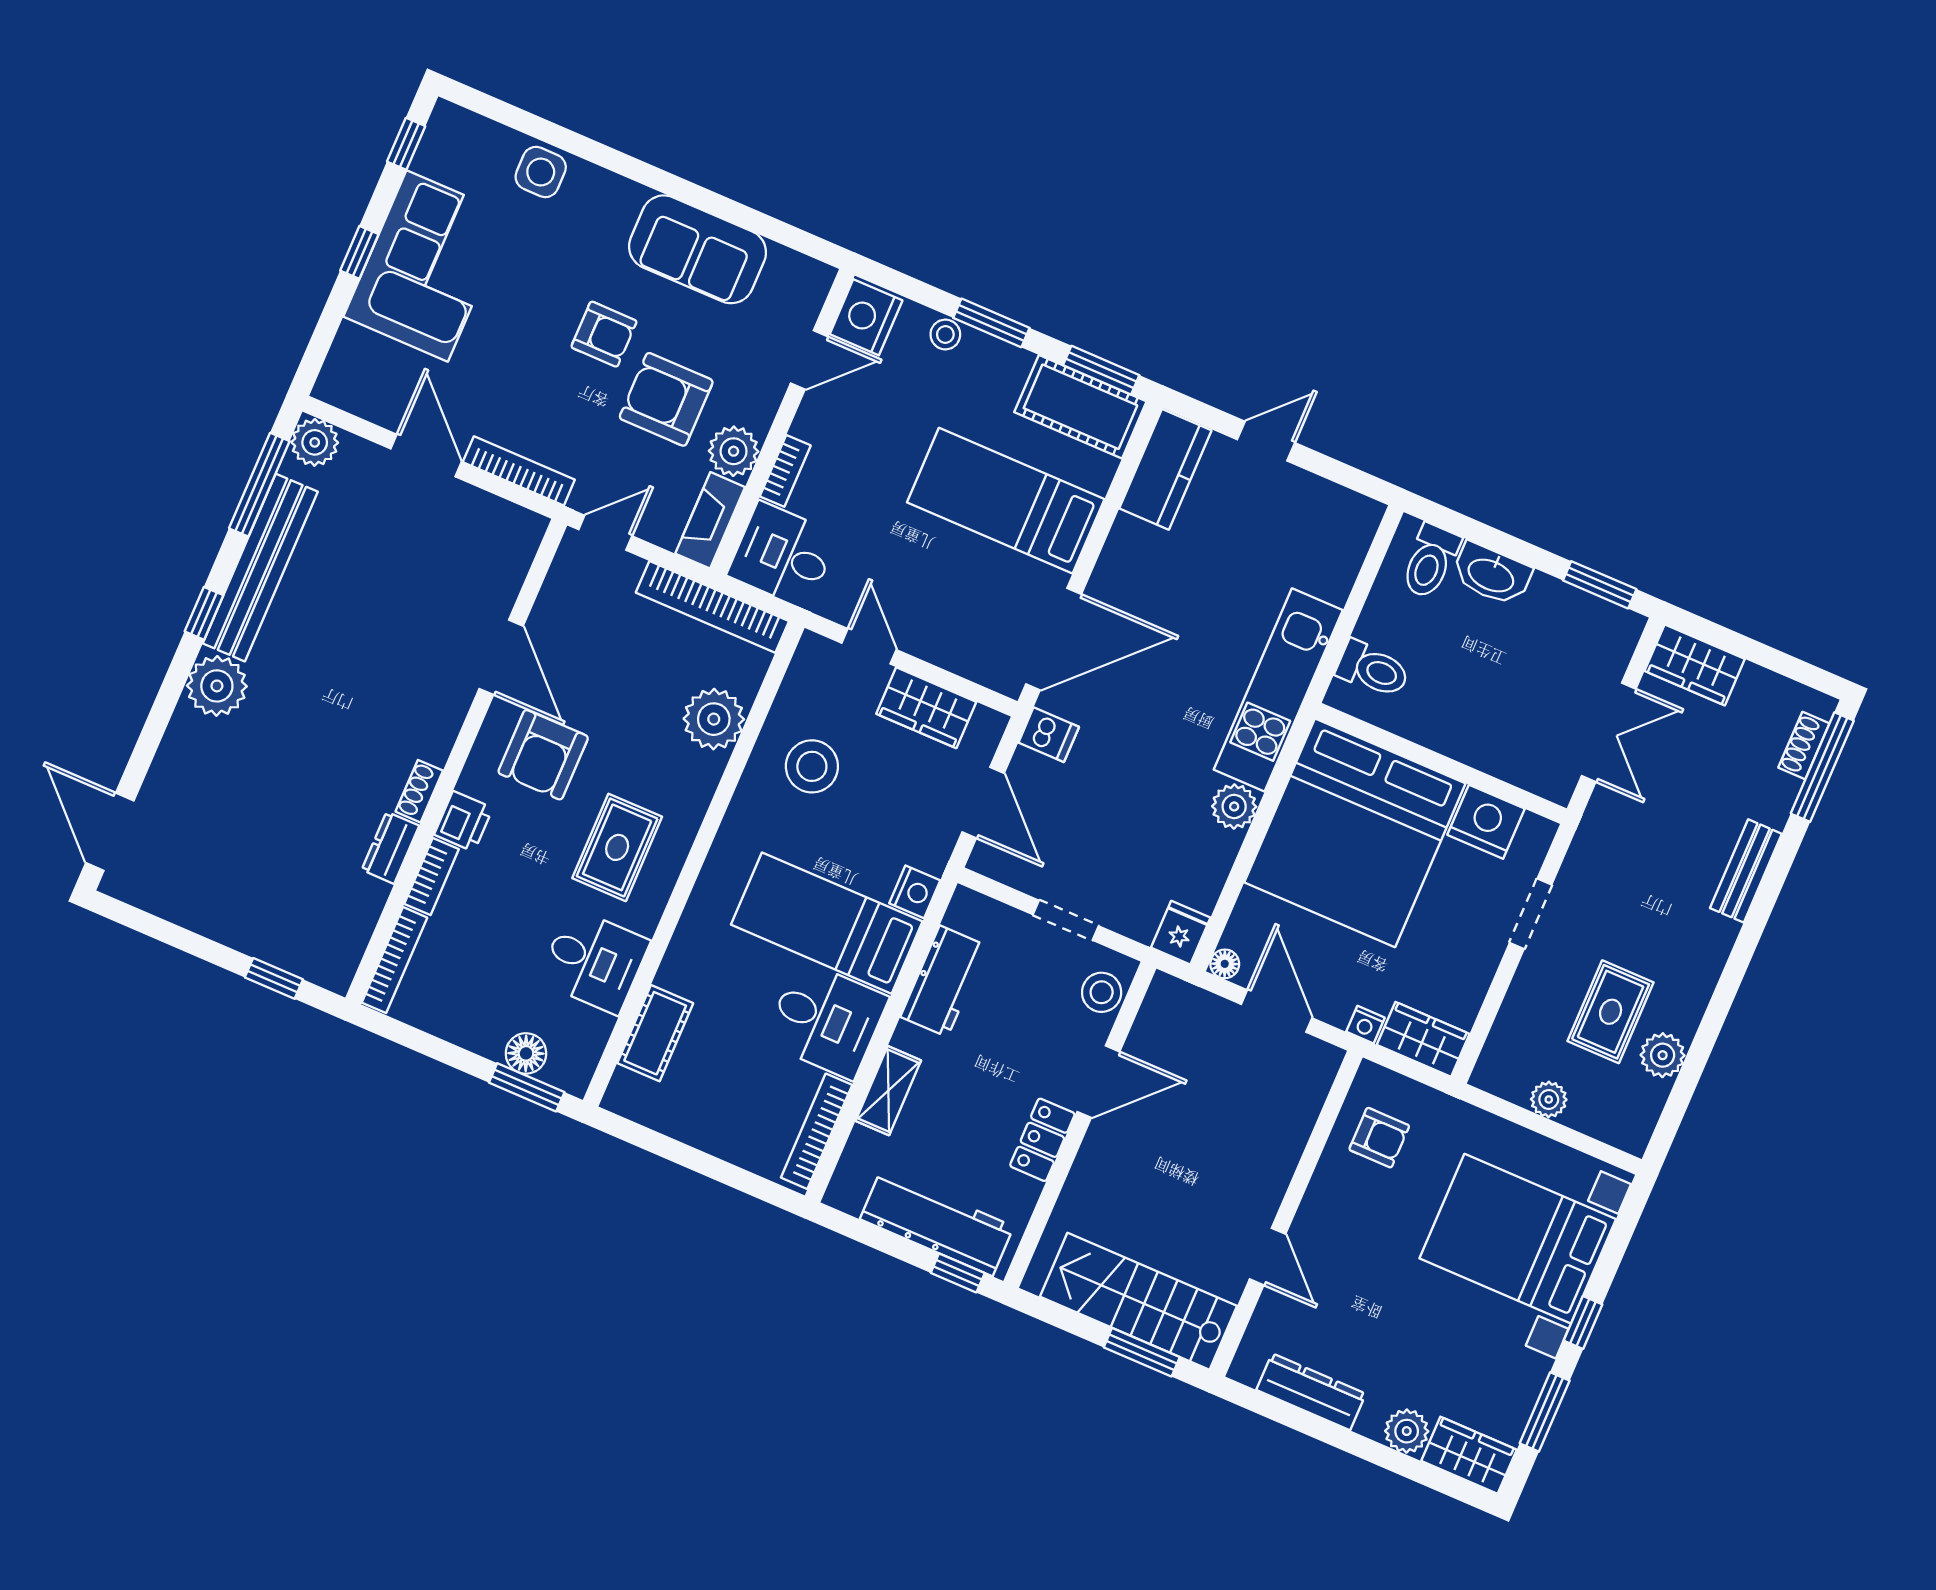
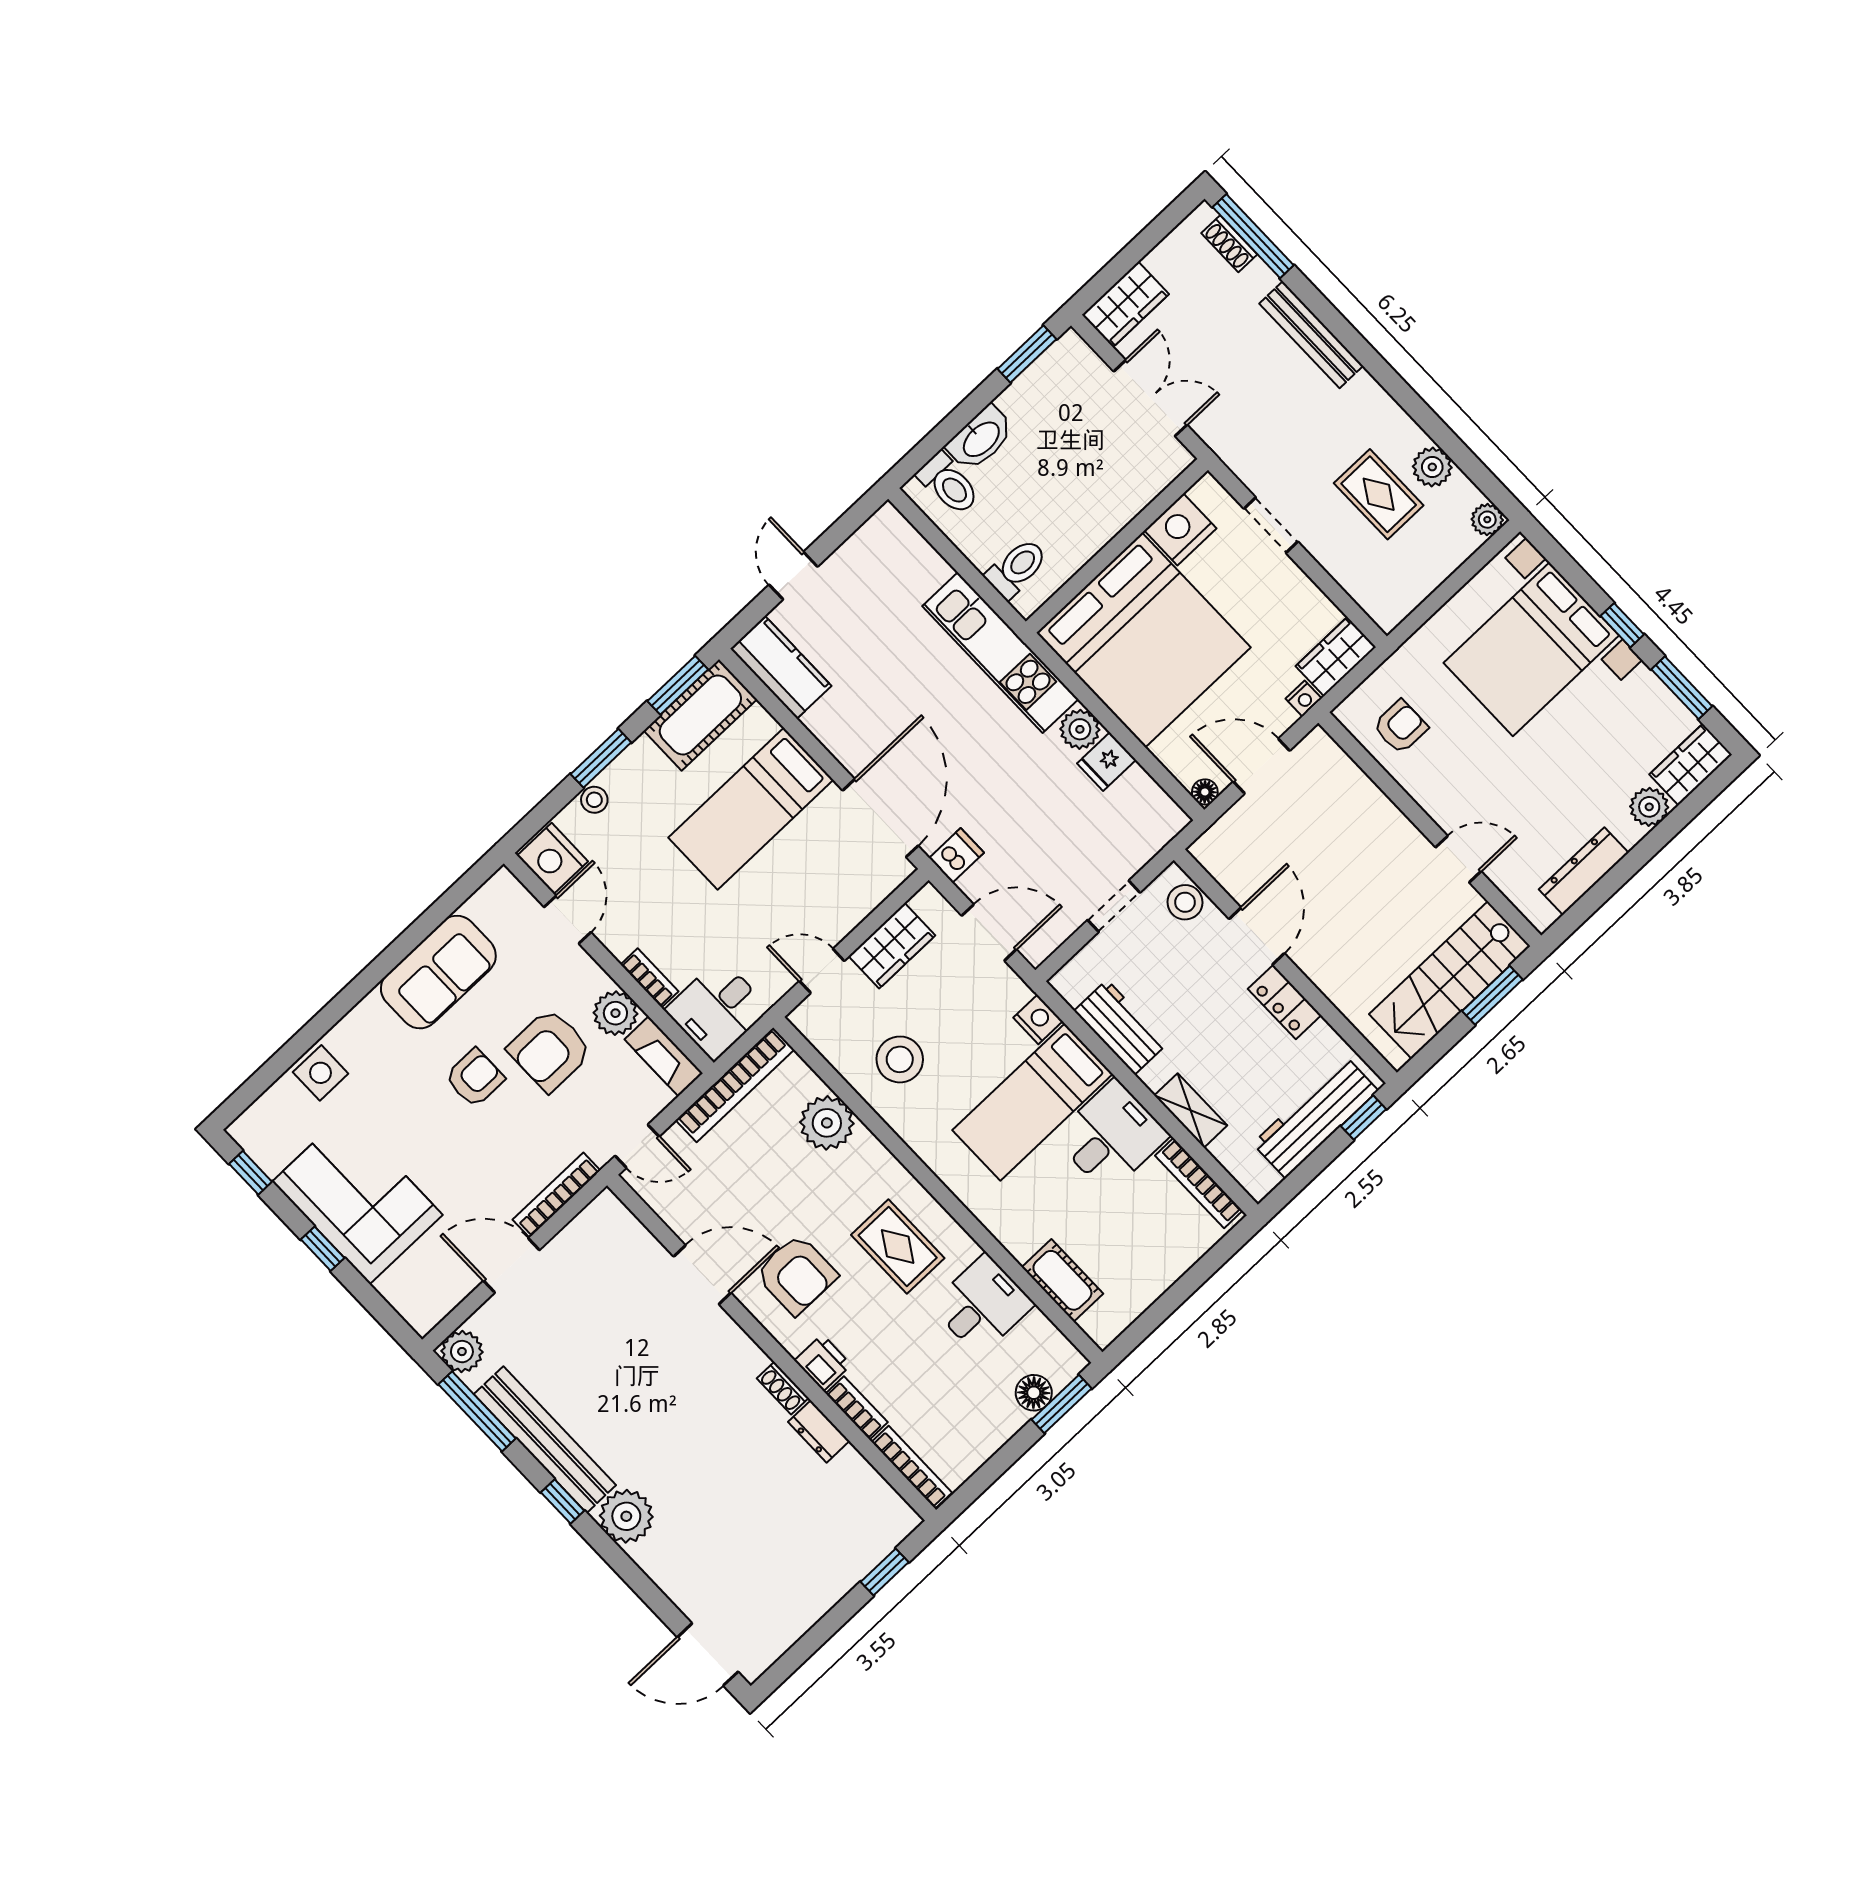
door: (605, 533) -> (637, 1146), swing flipped
bench: (1746, 871) -> (1311, 335), width x1.36
fridge: (1181, 933) -> (1107, 762), moved, turned -90
plant: (1549, 1099) -> (1487, 520), moved

